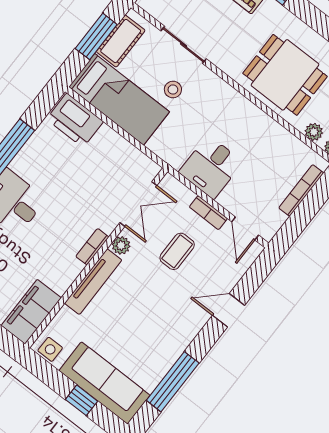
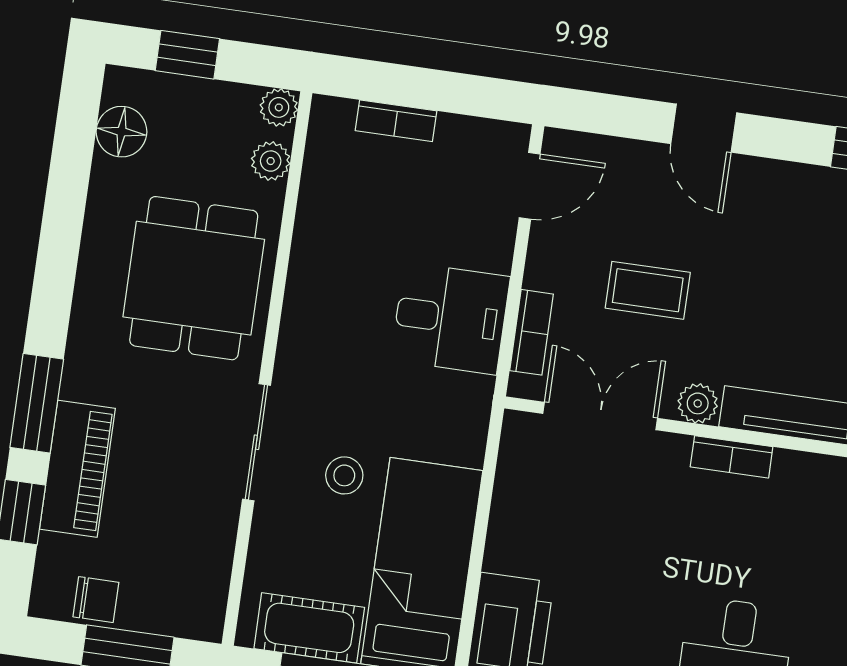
sliding door: (184, 45) -> (256, 442), moved
bookcase: (301, 190) -> (396, 121), width x0.64
bookcase: (208, 213) -> (531, 332), moved

